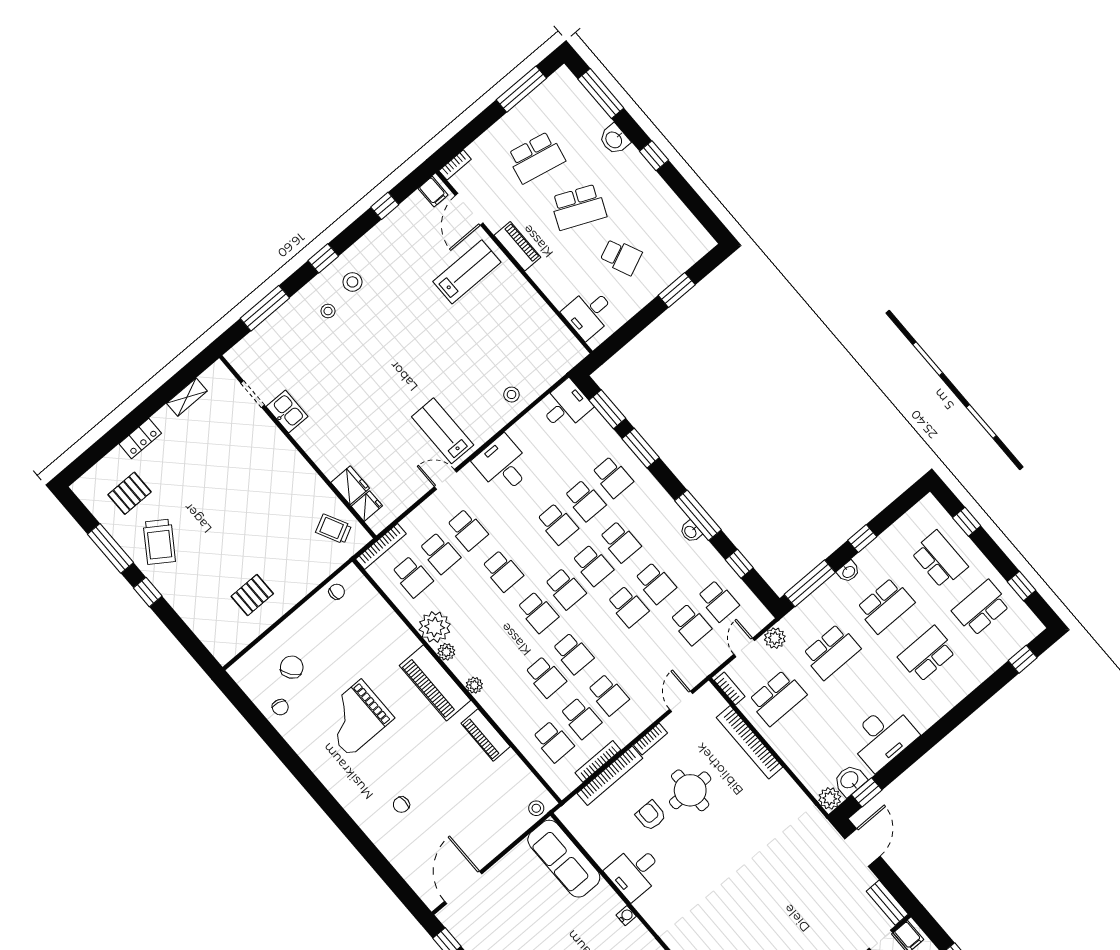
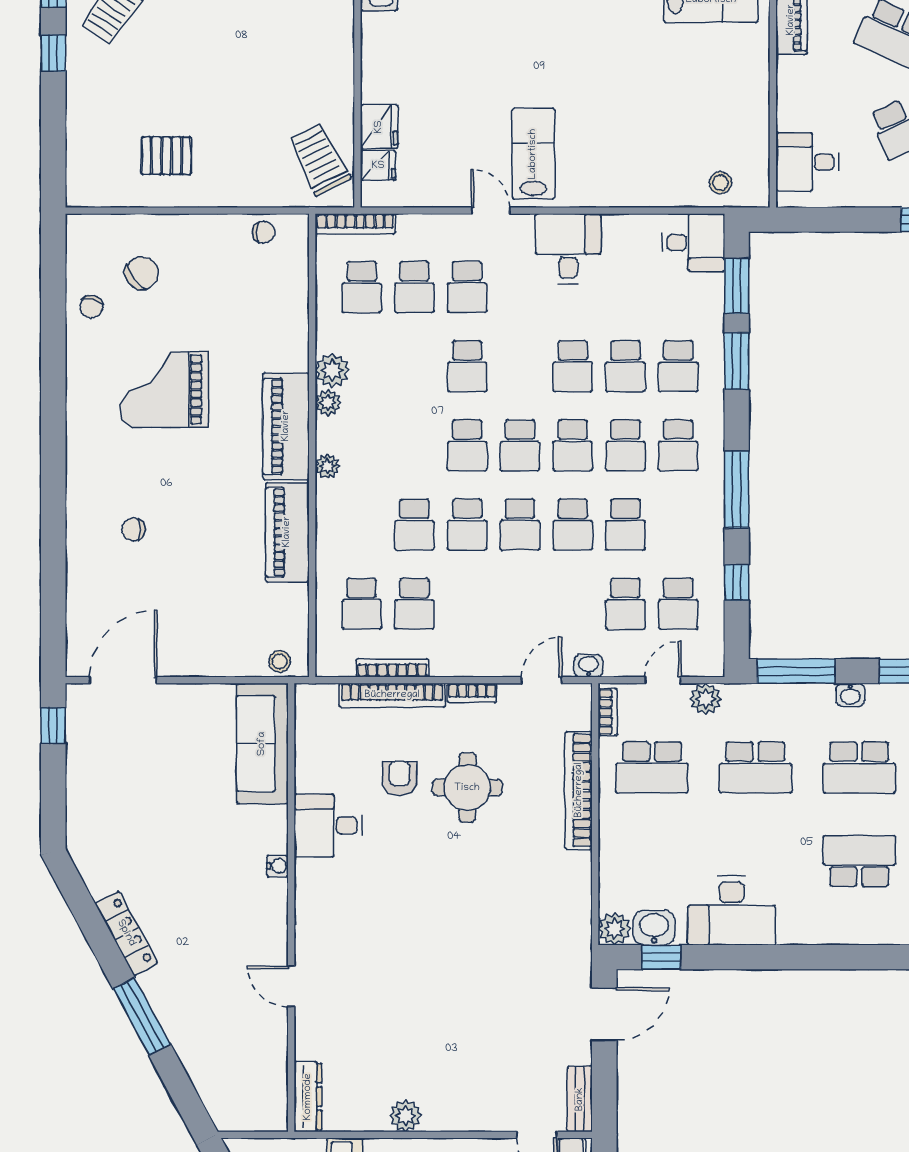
stool: (511, 395) -> (720, 183), moved
school desk: (648, 518) -> (678, 445), added
trolley: (334, 529) -> (319, 159), width x1.36, depth x1.39
washbasin: (691, 532) -> (588, 666), moved, turned 90
plant: (435, 627) -> (332, 370), width x0.73, depth x0.73
school desk: (608, 695) -> (520, 525), moved
piano: (486, 735) -> (287, 532), width x1.37, depth x1.33

